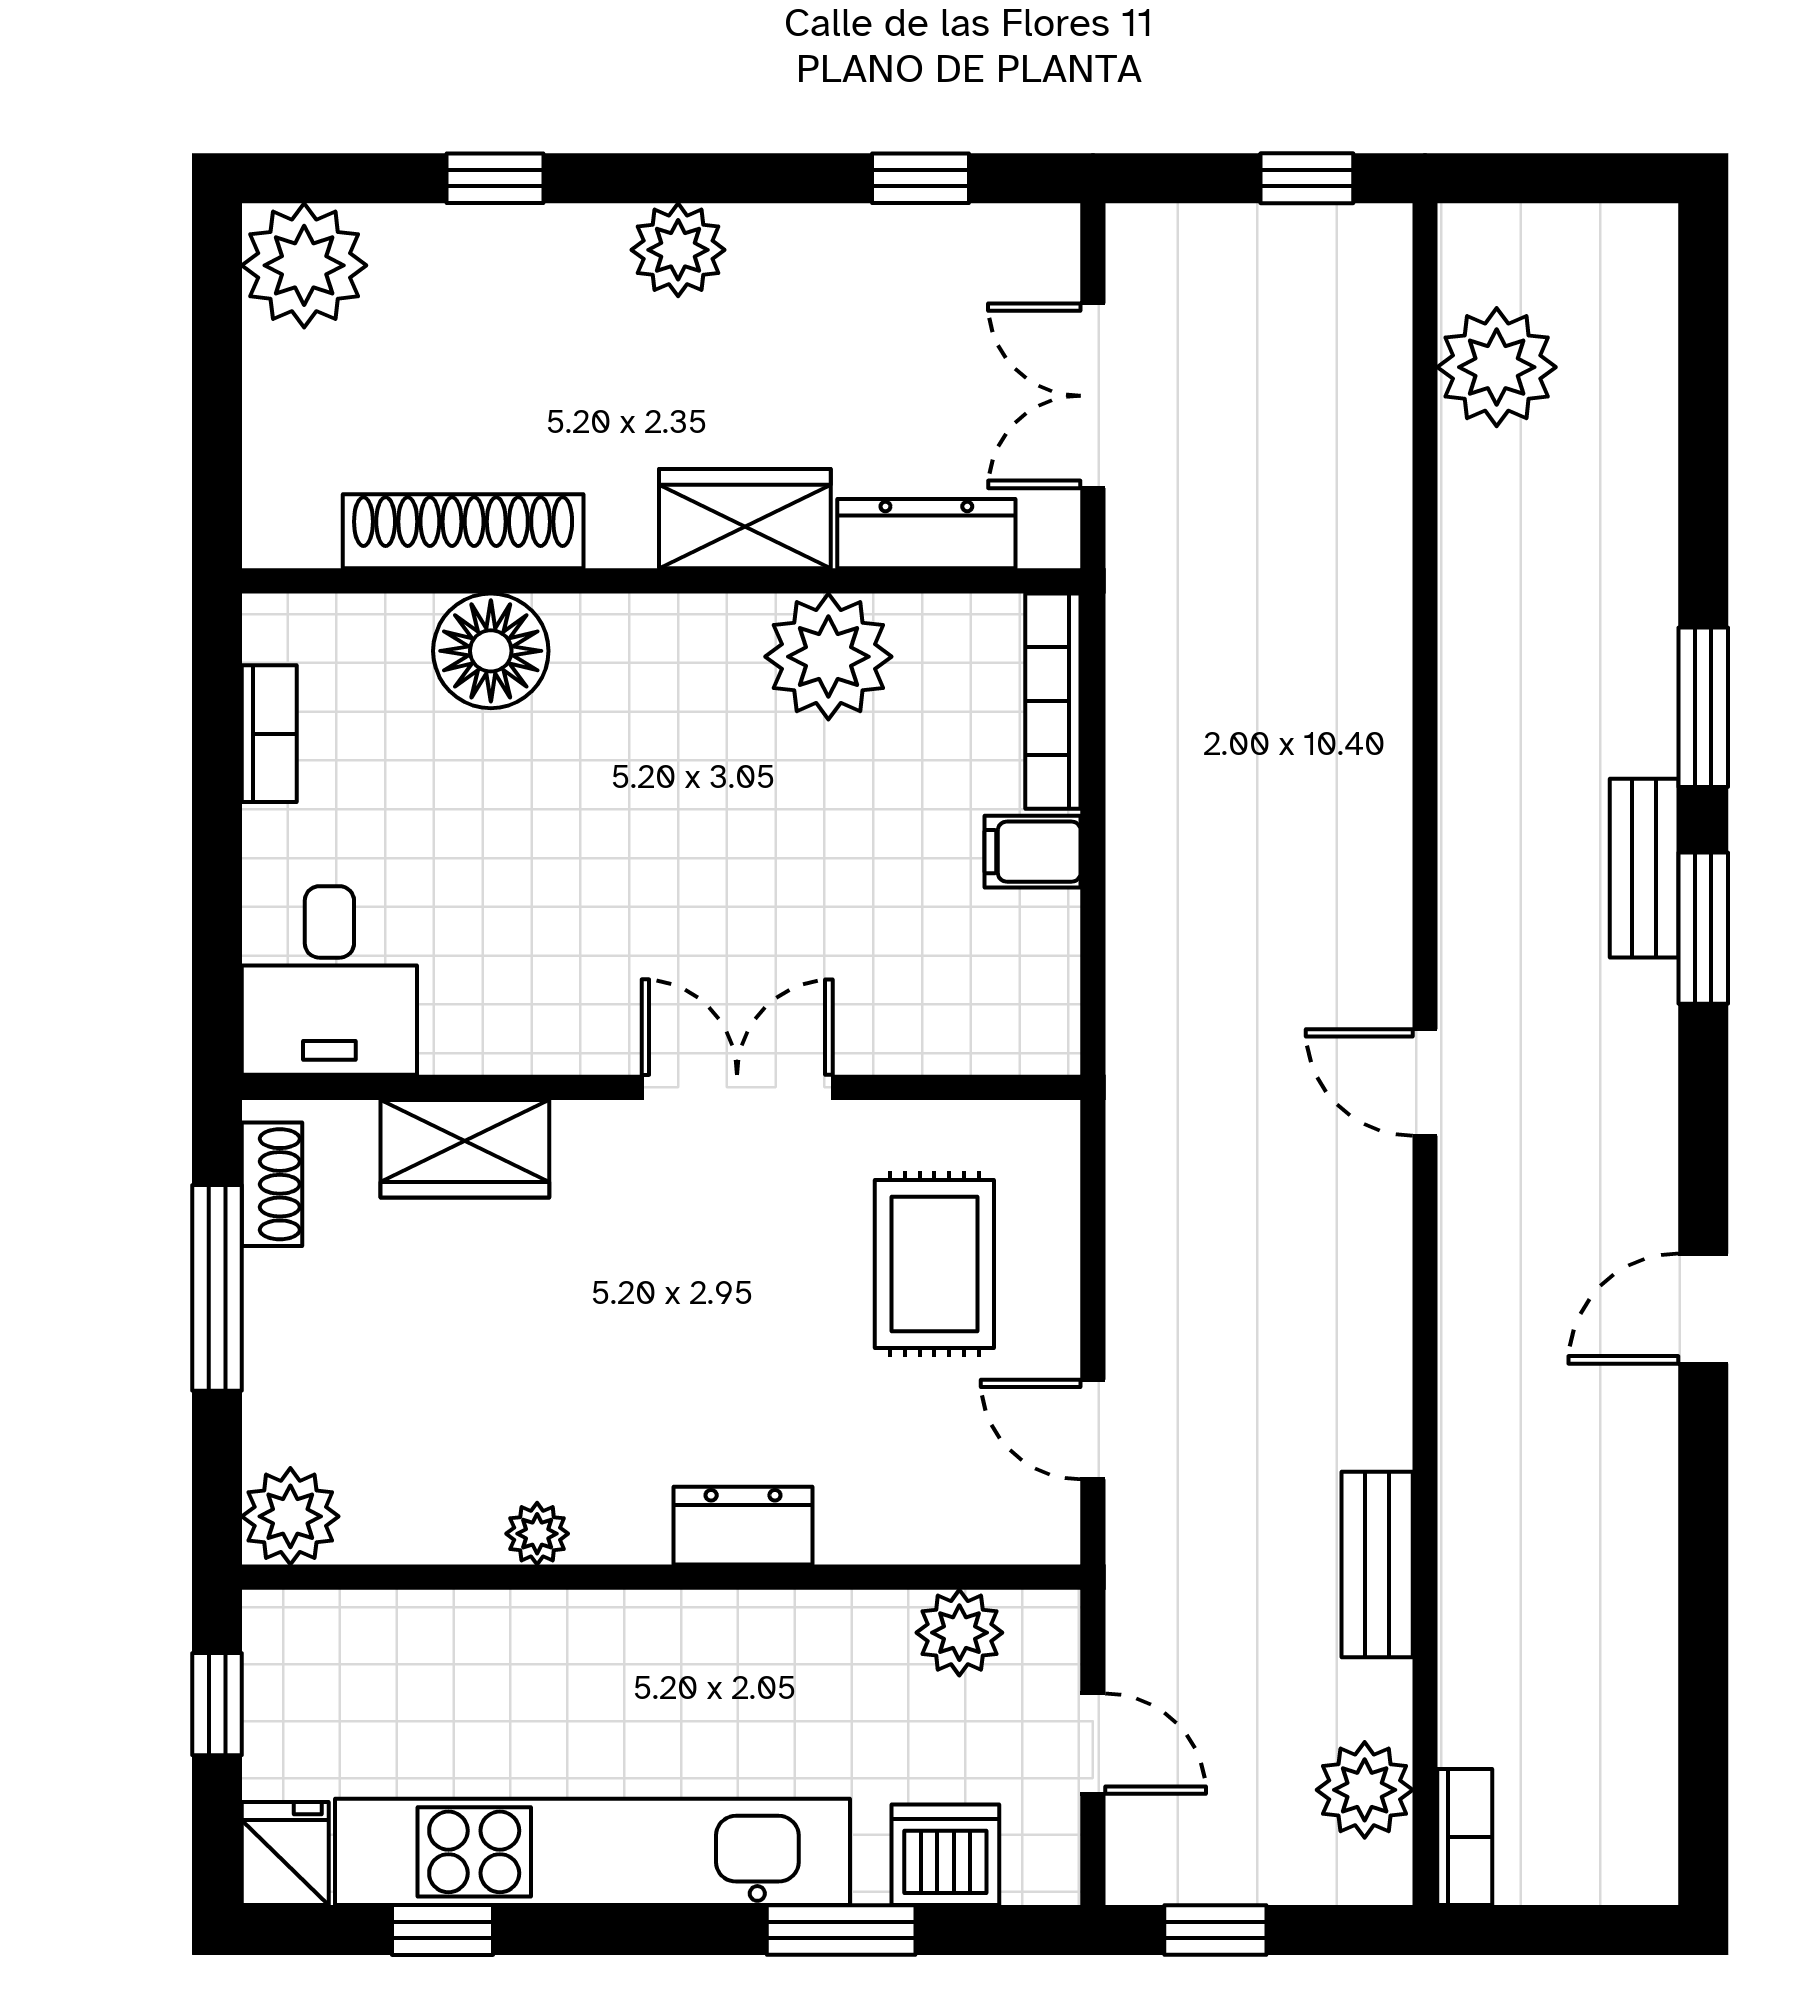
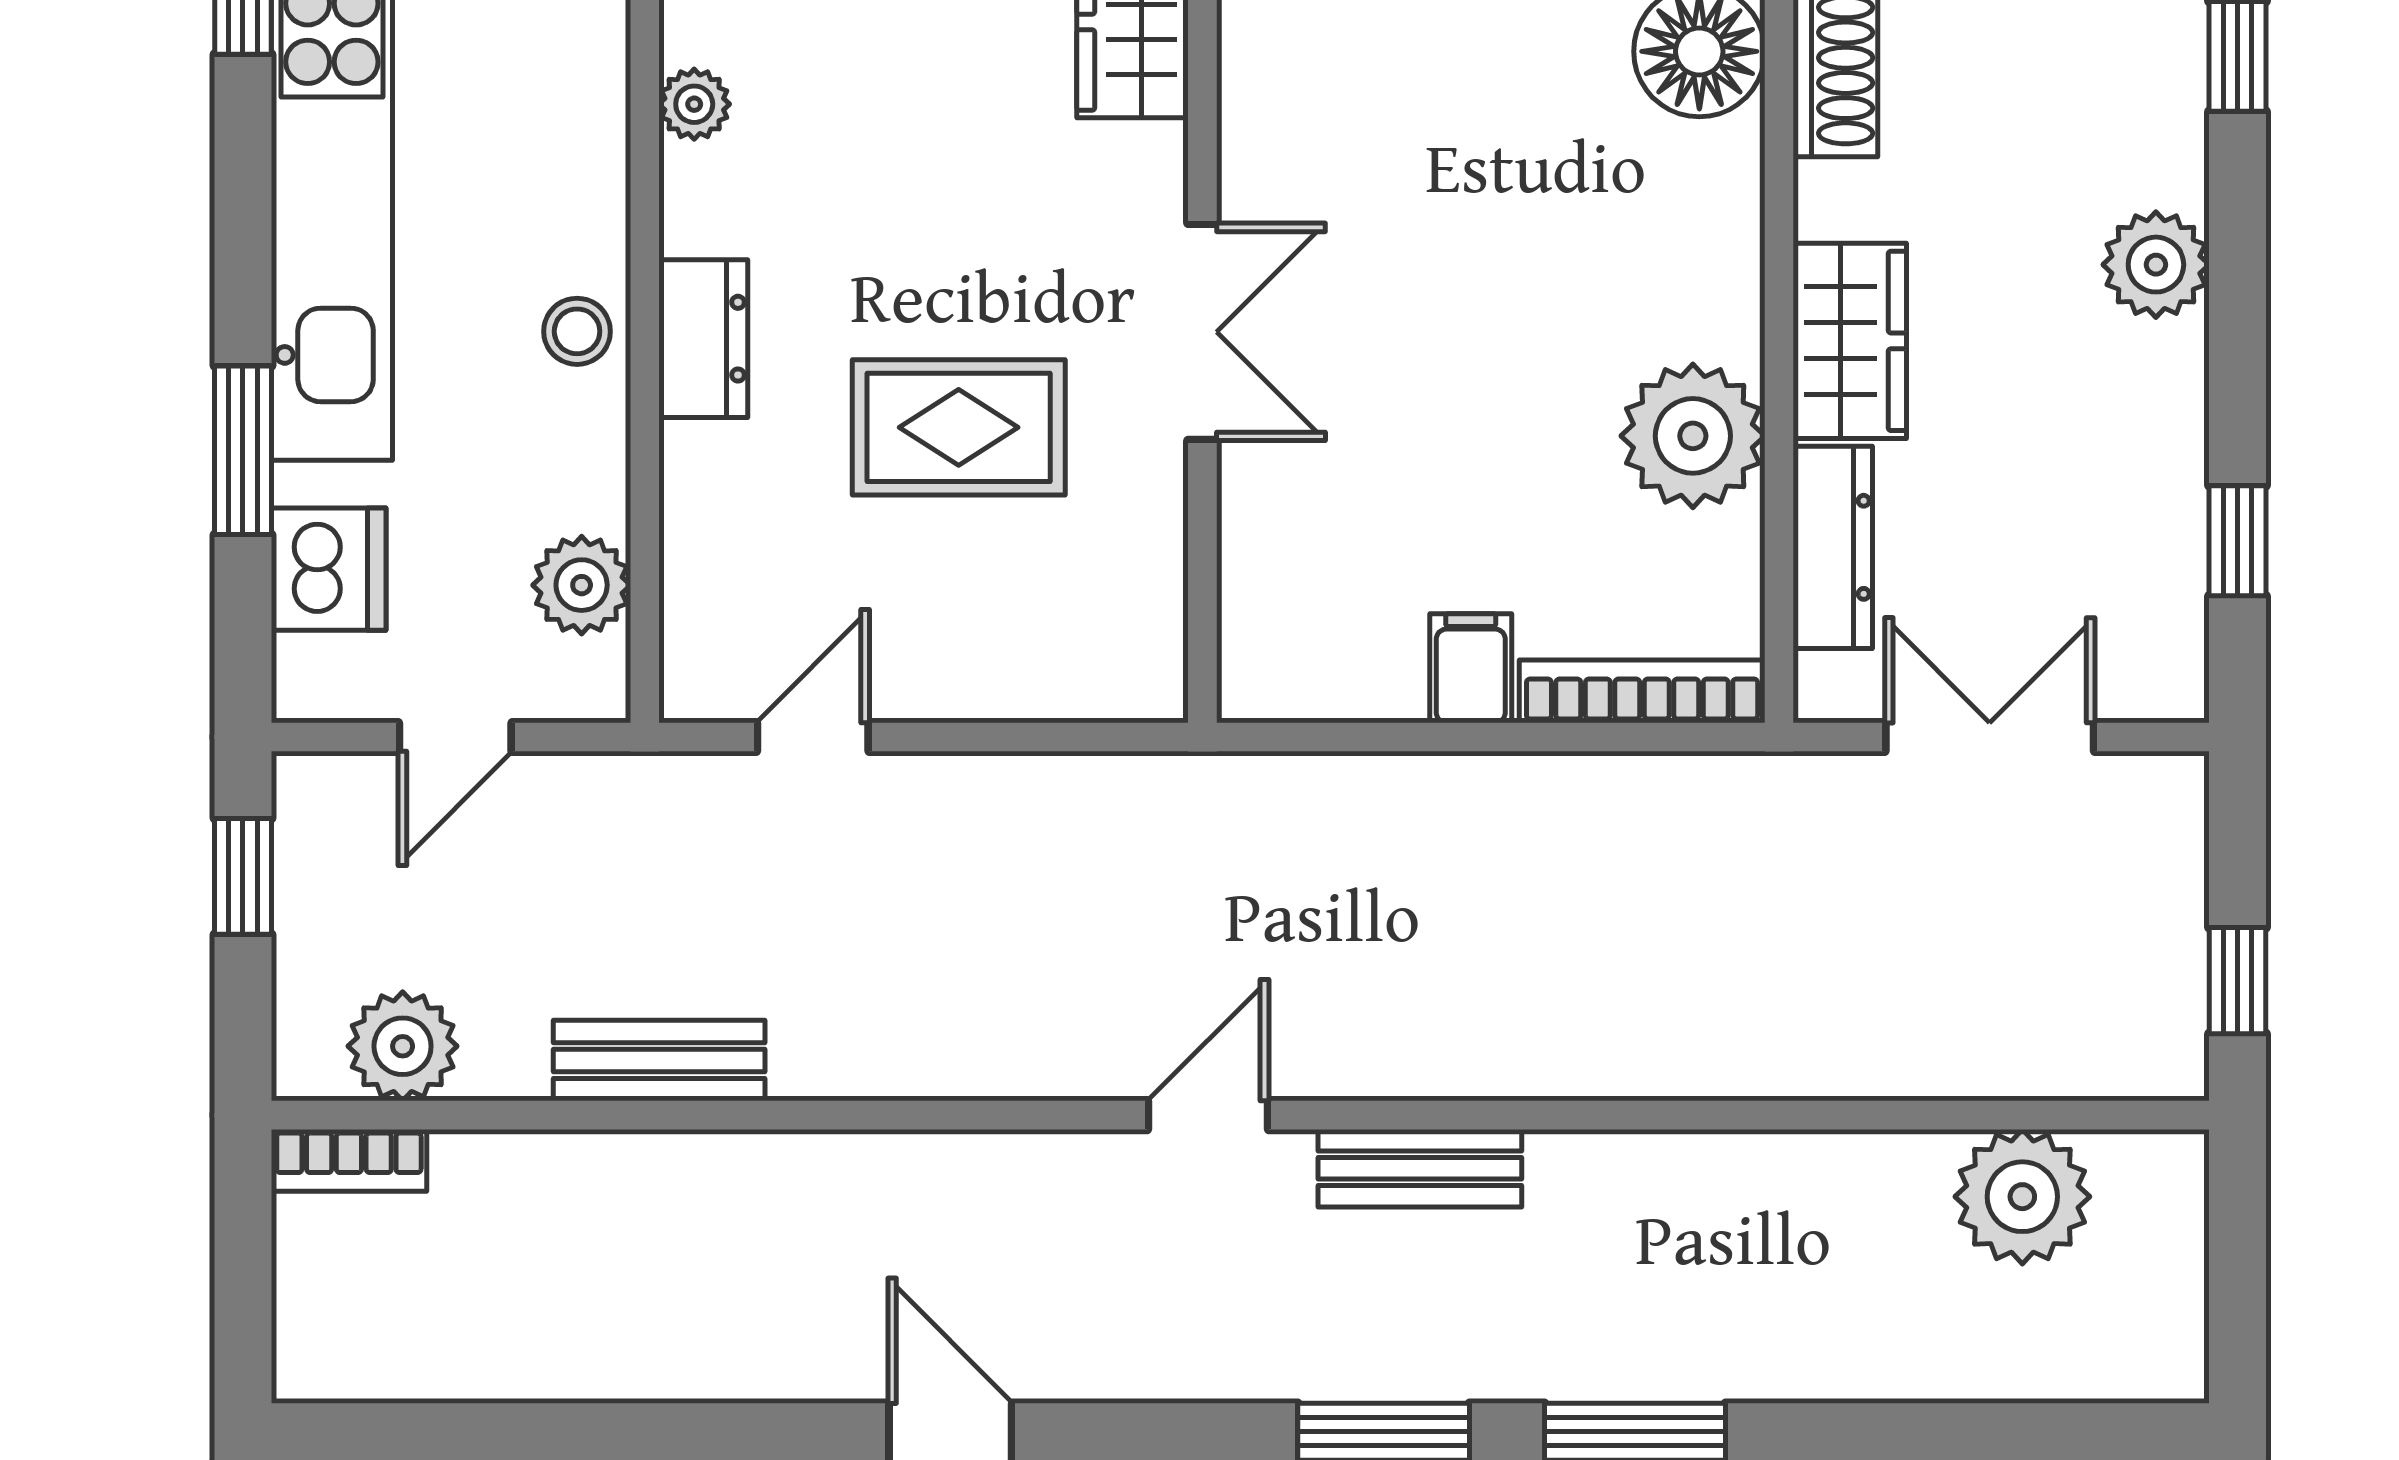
bench: (1644, 868) -> (1420, 1168), moved
rug: (934, 1264) -> (959, 427), moved
stool: (737, 1637) -> (577, 331), added

